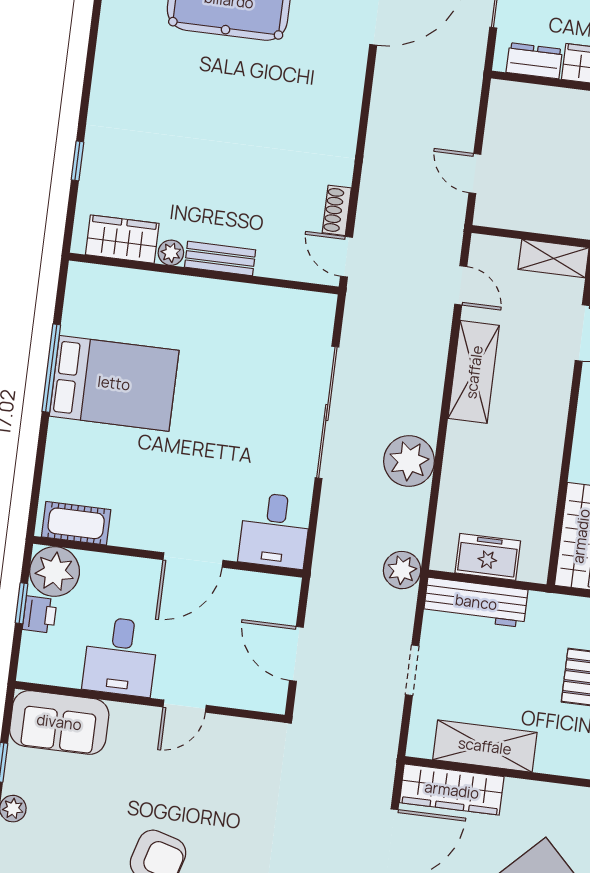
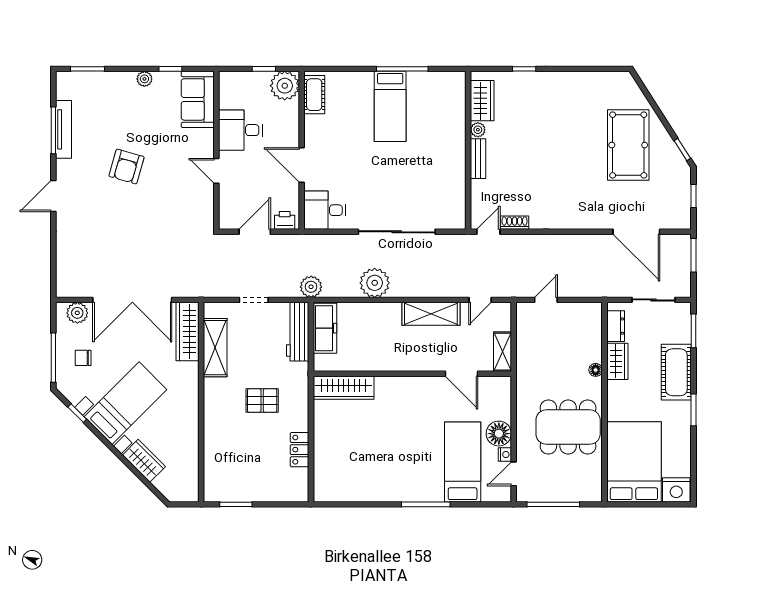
bed: (114, 383) -> (390, 106), width x0.67
freezer: (488, 557) -> (325, 328), width x1.40
printer: (40, 614) -> (285, 220), moved, turned 180

